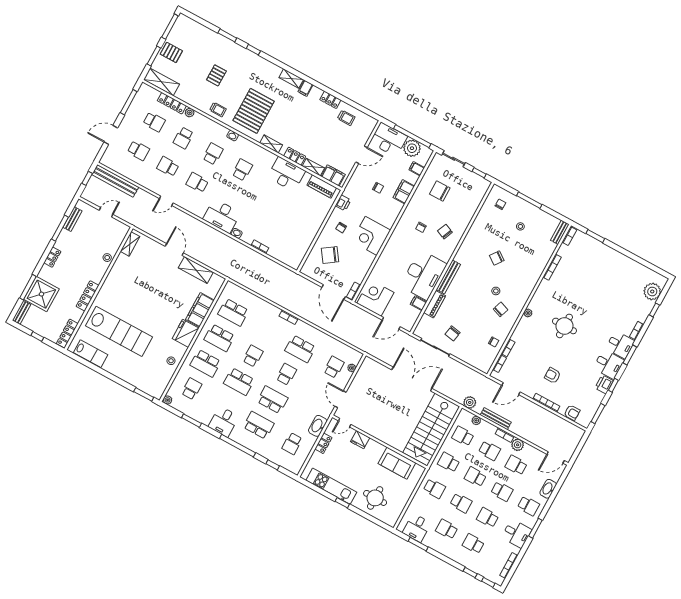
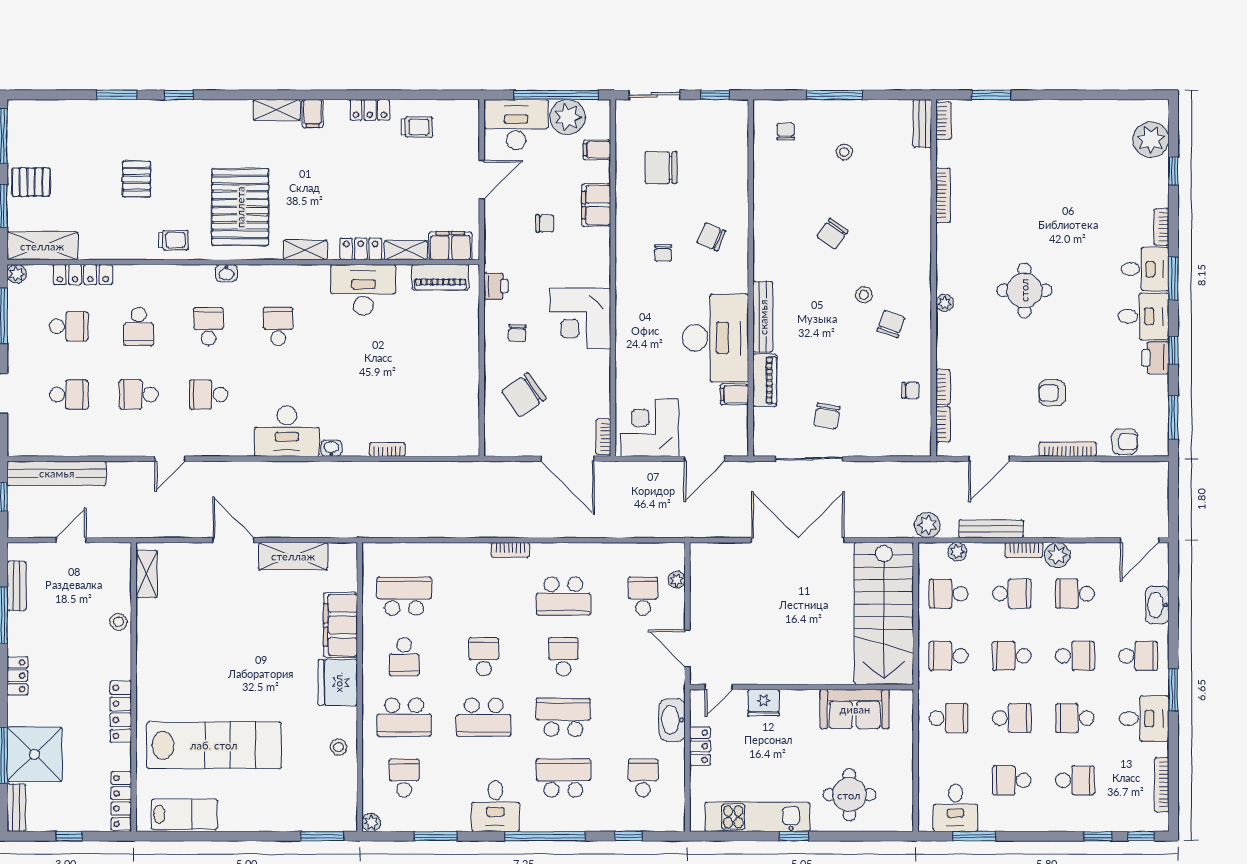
plant: (190, 113) -> (17, 274), moved
school desk: (233, 312) -> (404, 596), turned 180
school desk: (219, 338) -> (404, 657), width x0.54
school desk: (292, 444) -> (643, 778), turned 180
school desk: (473, 544) -> (1075, 780), turned 180

